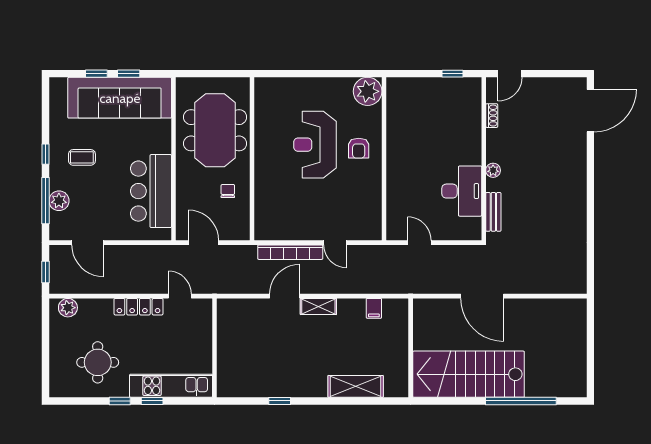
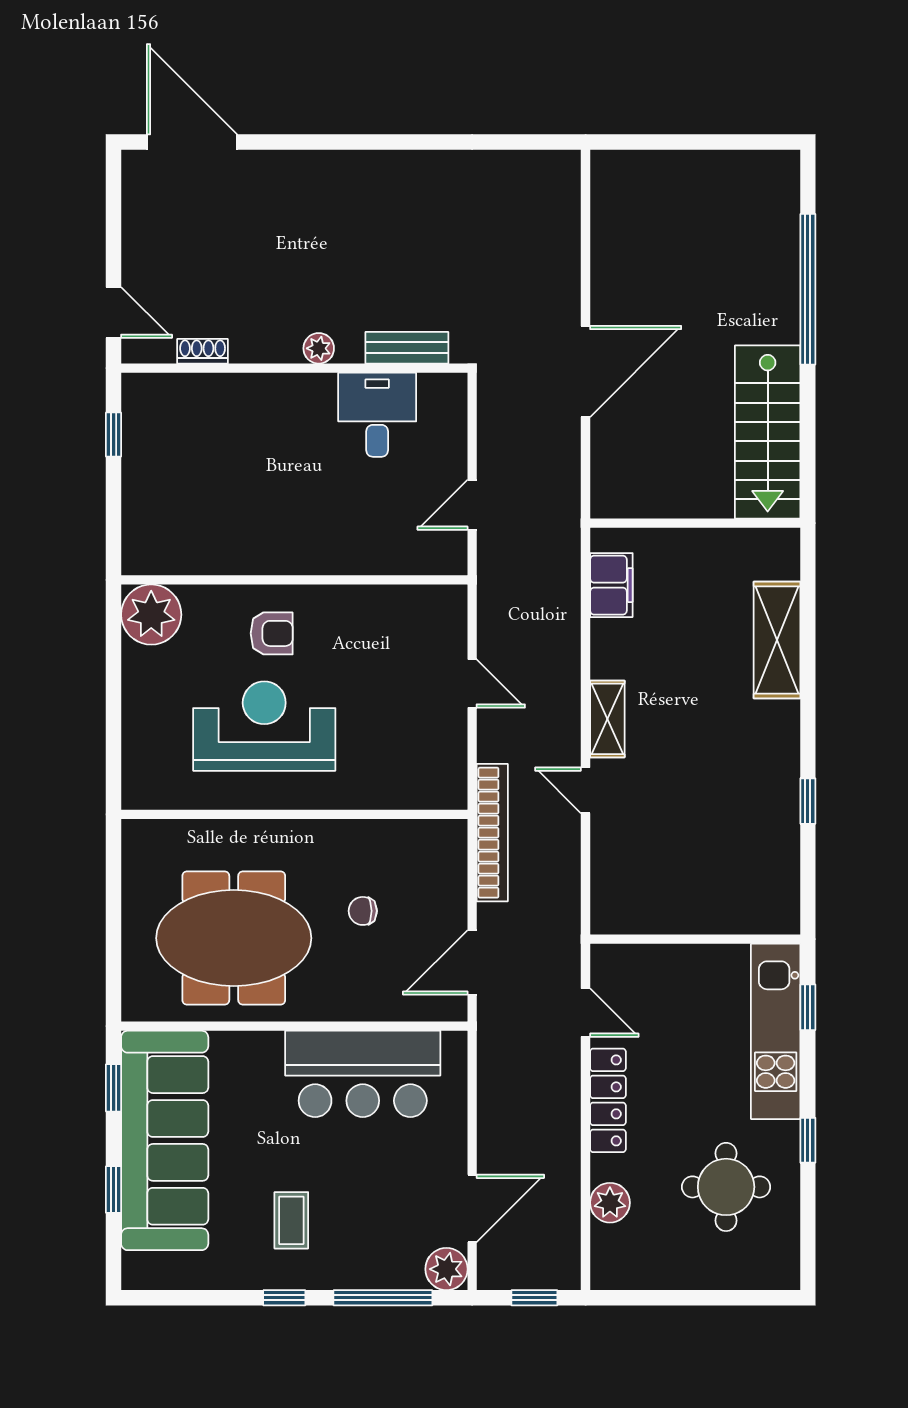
window: (129, 74) -> (114, 1088), moved
reception desk: (315, 145) -> (264, 726), turned 180
wall: (252, 159) -> (294, 814), moved
desk: (462, 191) -> (377, 415), width x0.73
plant: (59, 201) -> (446, 1269), moved
door: (335, 243) -> (472, 684), hinge flipped
bookcase: (290, 252) -> (492, 833), moved
door: (180, 296) -> (586, 1013), swing flipped
door: (285, 296) -> (586, 790), width x0.73
plant: (68, 308) -> (610, 1203), moved
filing cabinet: (374, 308) -> (611, 585), width x2.00
stairs: (469, 374) -> (768, 432), width x0.73, depth x0.66
window: (152, 401) -> (808, 1007), moved

